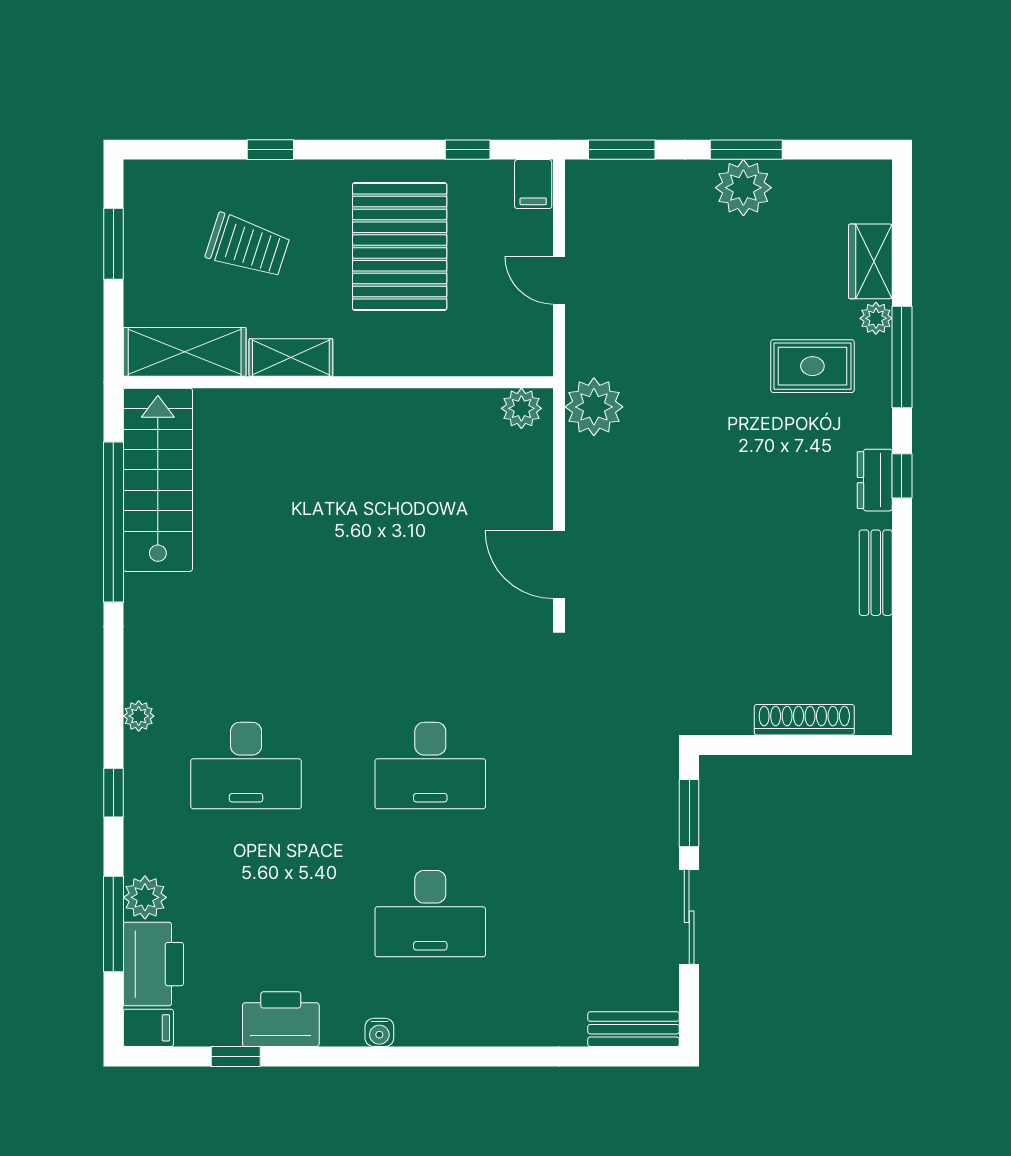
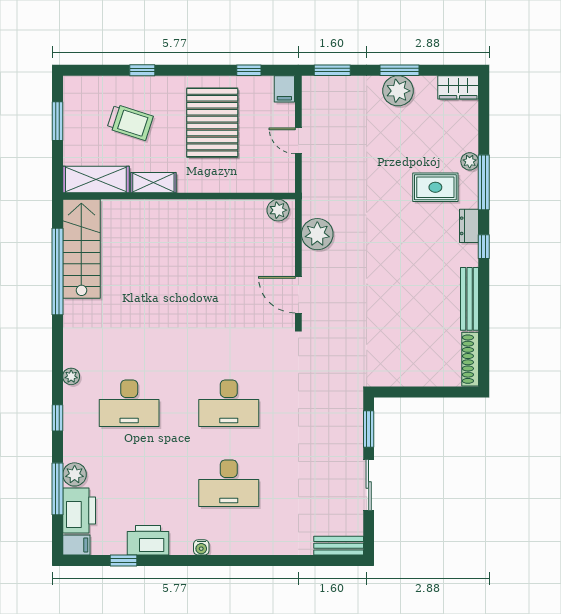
wardrobe: (870, 261) -> (458, 87), moved, turned -90
plant: (594, 407) -> (317, 234), moved
dresser: (875, 480) -> (469, 226), moved
bench: (876, 573) -> (470, 299), width x1.36
shoe rack: (804, 720) -> (470, 359), moved, turned -90

